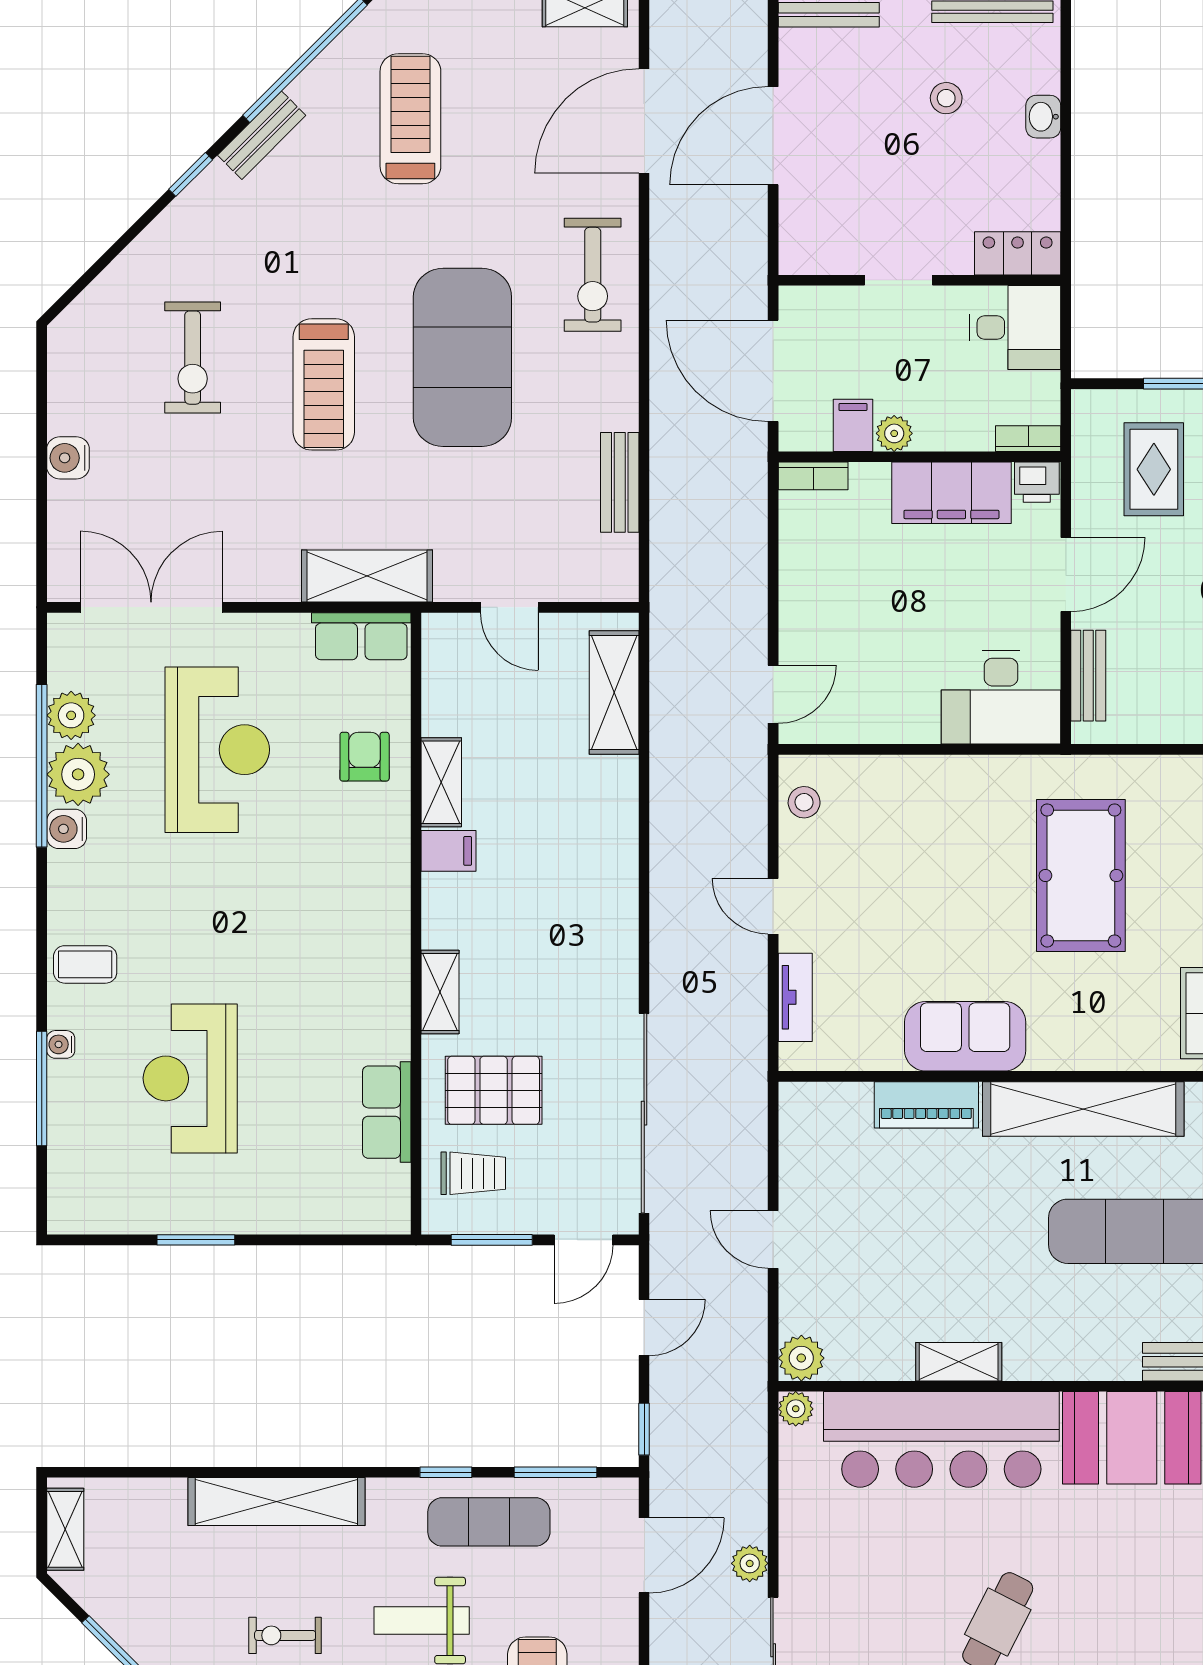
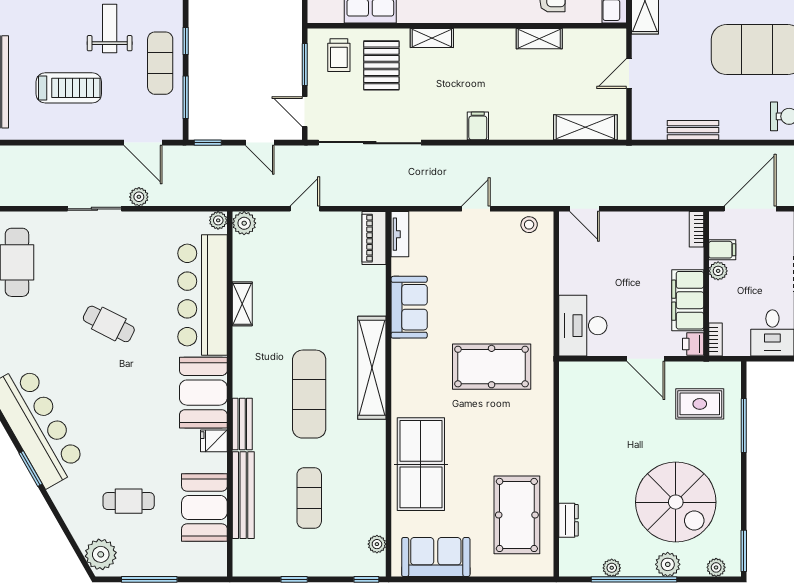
bench: (1088, 676) -> (594, 370), removed
filing cabinet: (448, 851) -> (478, 126), moved, turned 180
tv unit: (795, 997) -> (400, 234), moved, turned -90
piano: (926, 1105) -> (374, 238), moved

